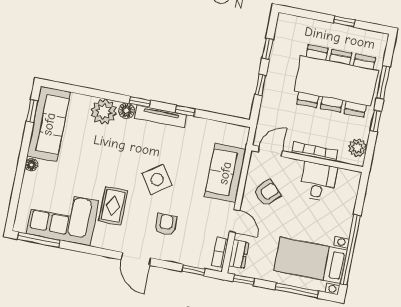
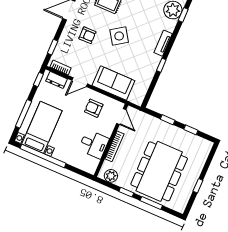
window: (140, 102) -> (183, 15), moved
floor lamp: (127, 111) -> (170, 26), removed
tv unit: (161, 117) -> (163, 43), width x0.71
armchair: (267, 193) -> (94, 108), turned 135

